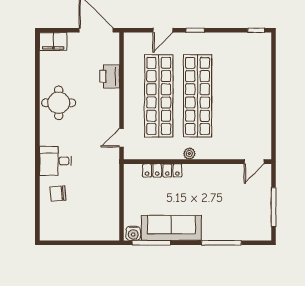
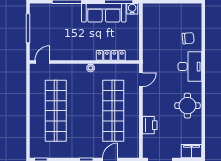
shop shelf: (198, 96) -> (56, 111), moved
desk: (55, 161) -> (190, 67), width x1.37

